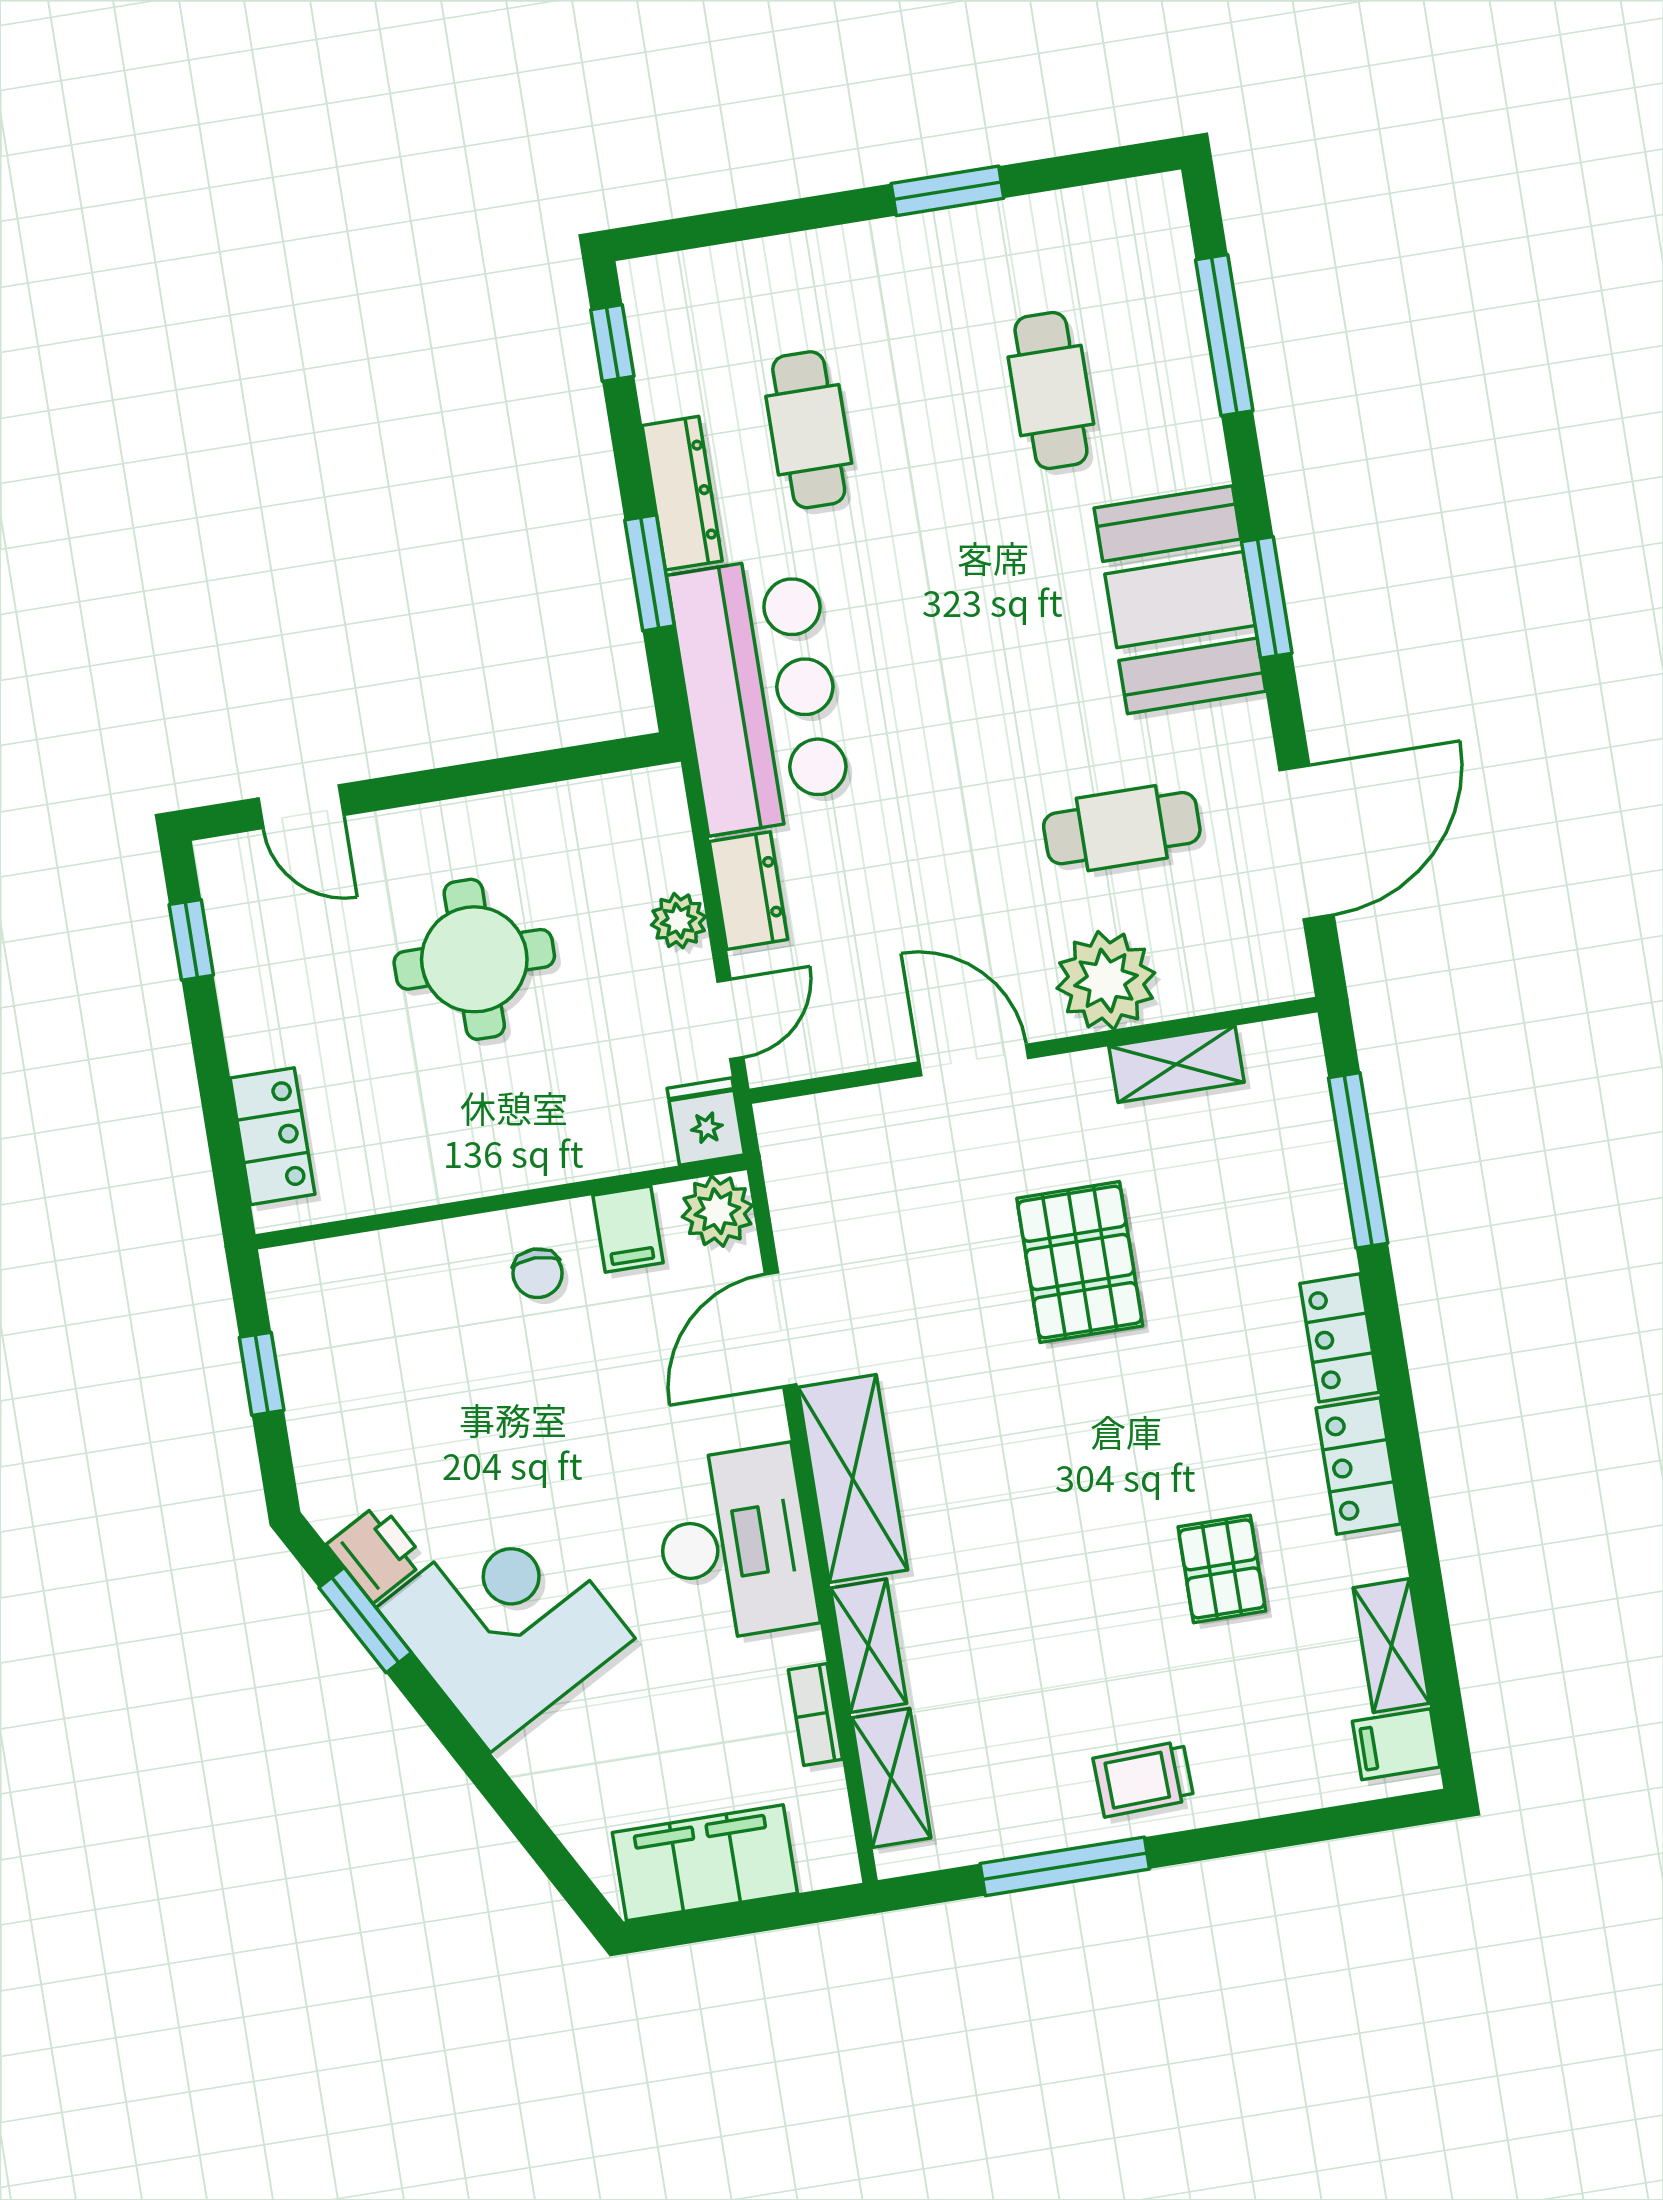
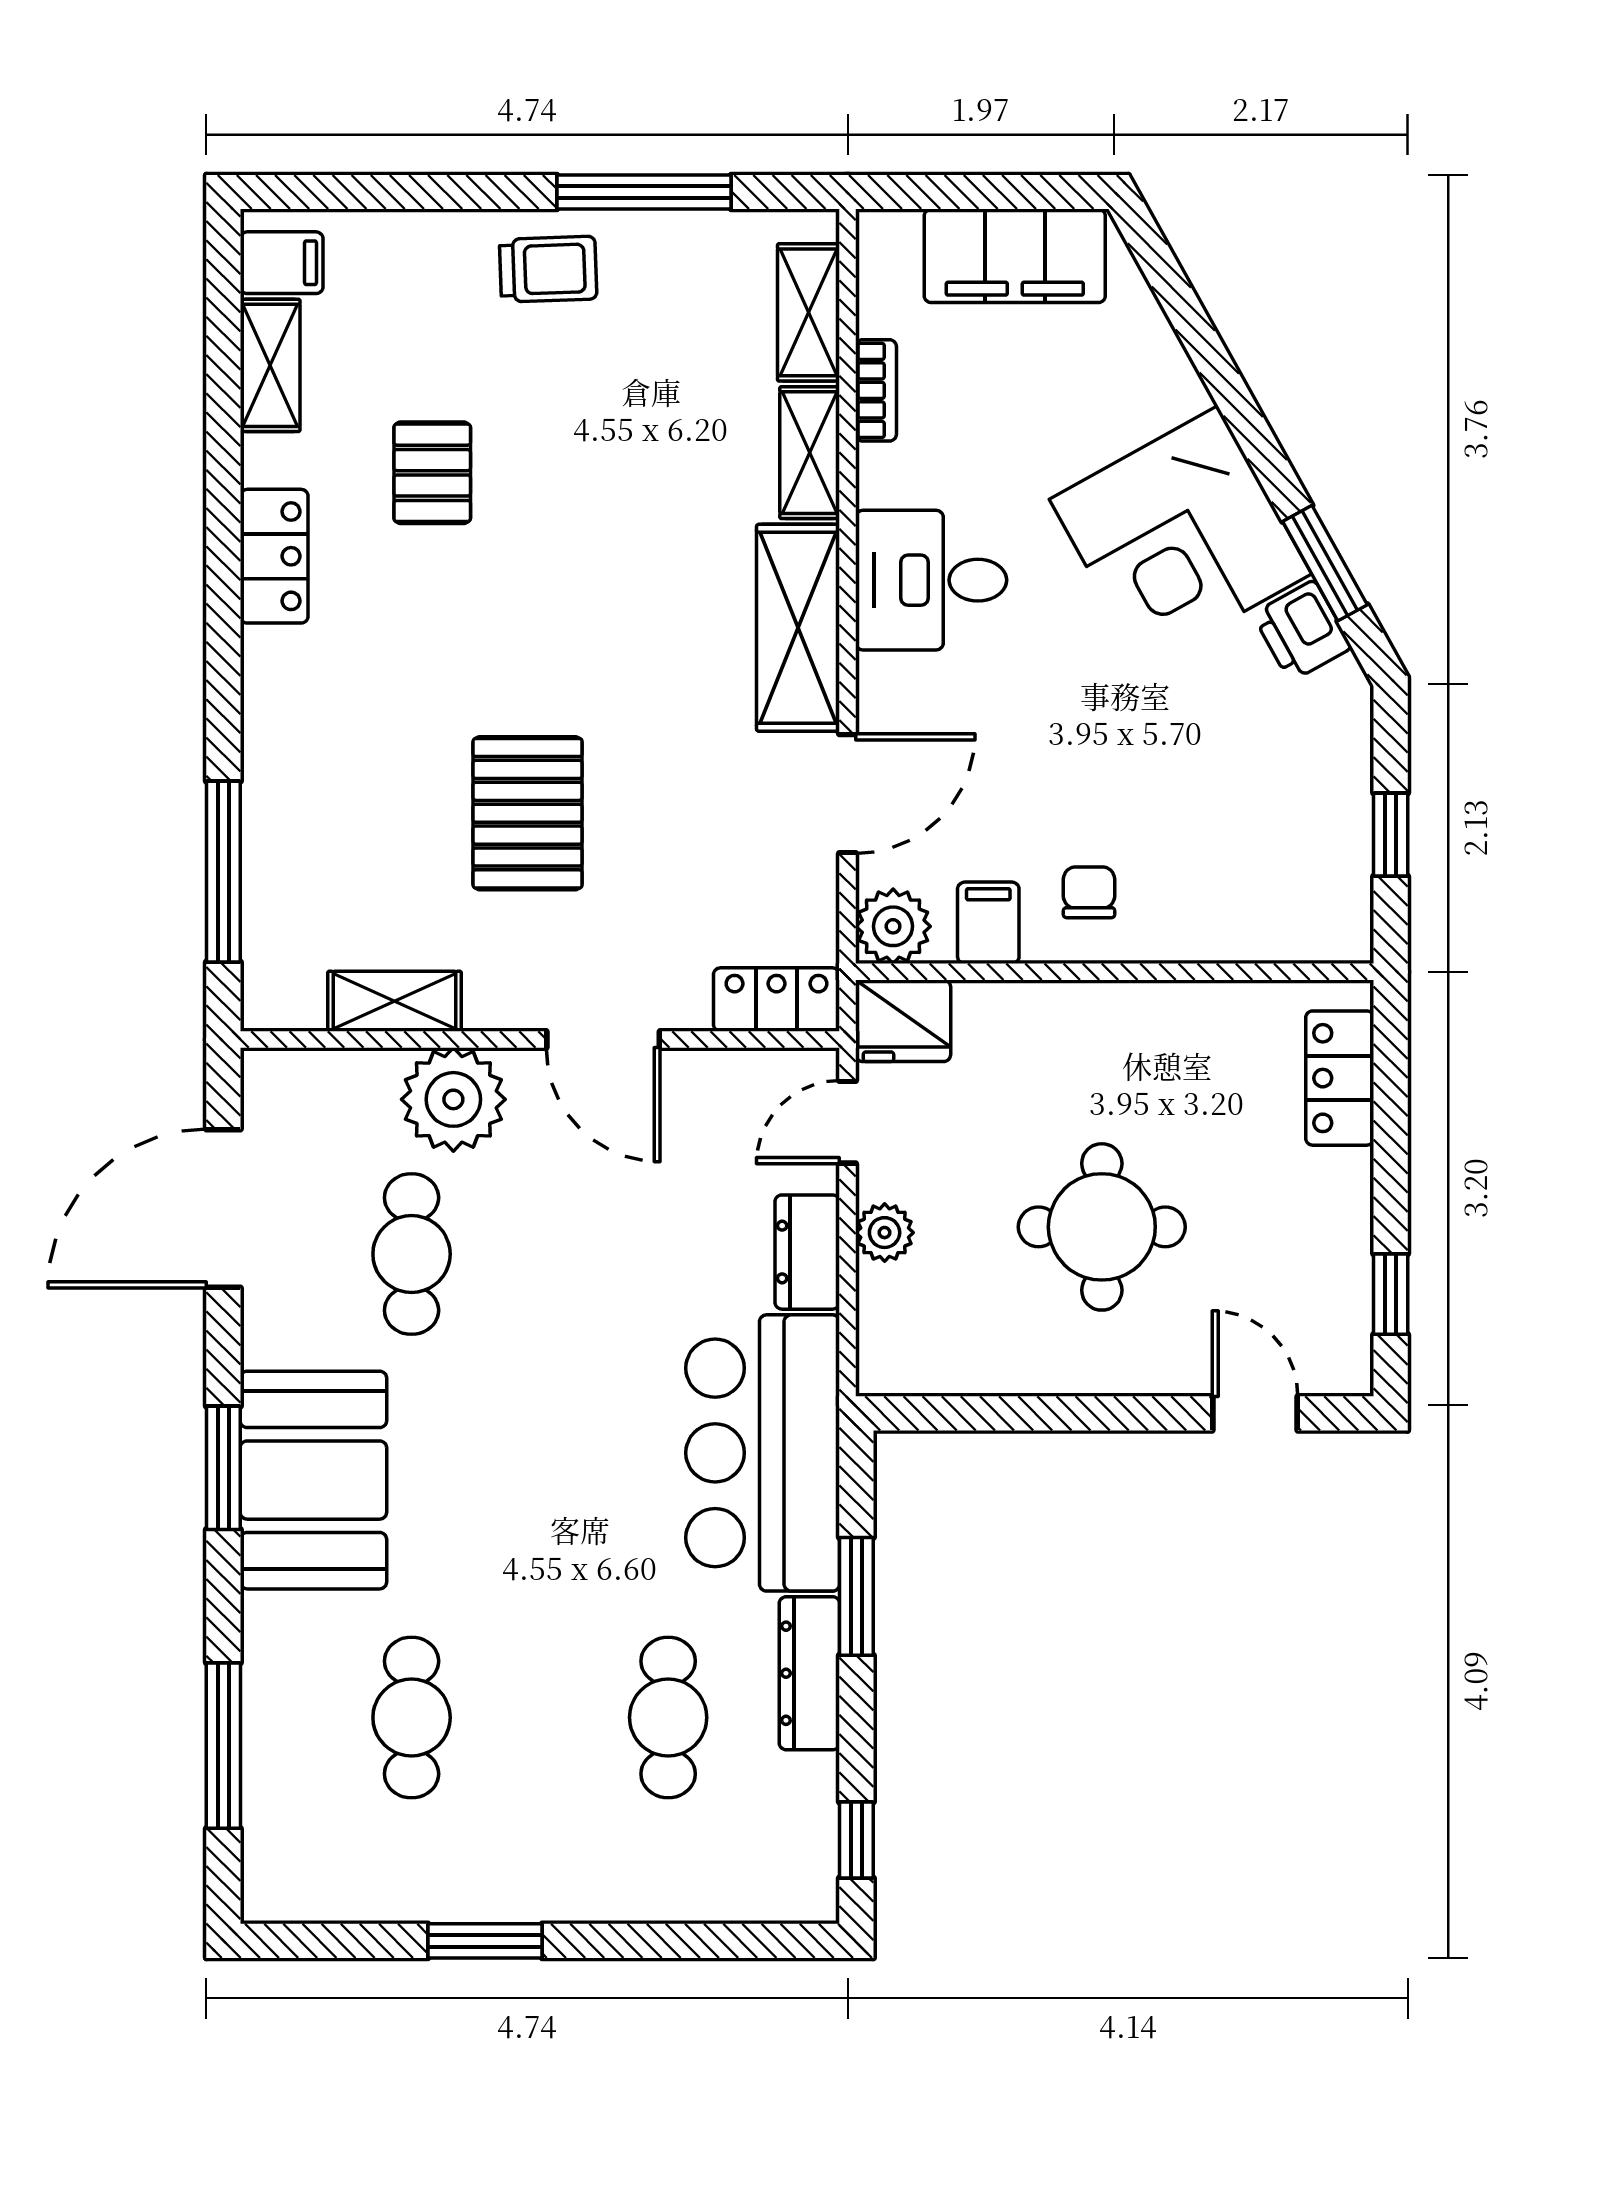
cafe table: (1122, 828) -> (412, 1254), turned 90
fridge: (706, 1122) -> (903, 1021), width x1.38
locker: (1340, 1338) -> (777, 999), moved, turned -90
desk: (734, 1544) -> (931, 580), width x0.73

